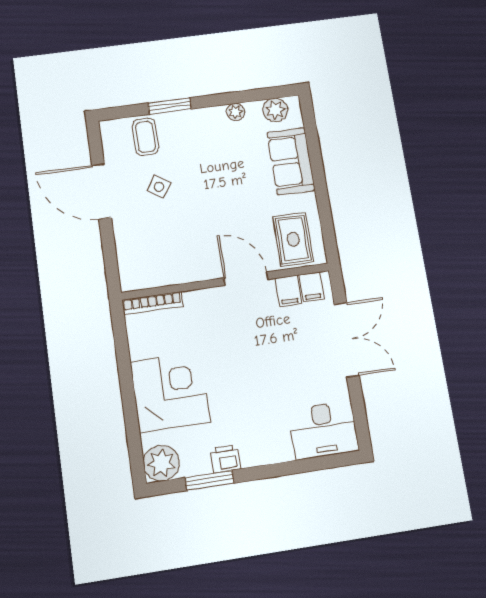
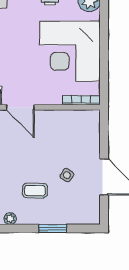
coffee table: (145, 137) -> (35, 191), moved, turned 90
corner desk: (170, 392) -> (70, 51), width x1.36, depth x1.36

